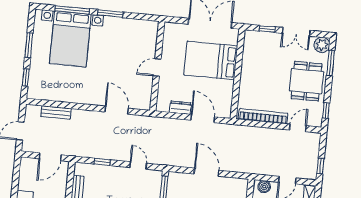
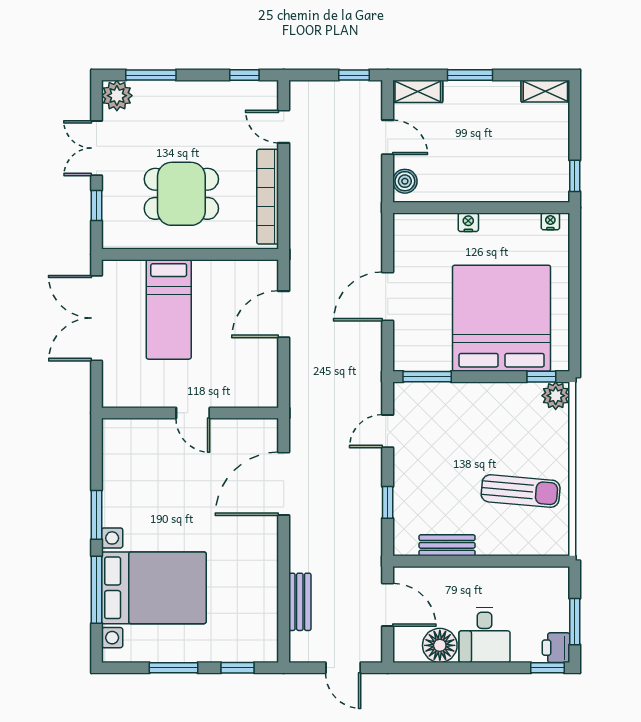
double door: (296, 32) -> (96, 148), swing flipped
bed: (211, 60) -> (169, 309), width x0.67
dining table: (307, 81) -> (181, 194), moved
dresser: (180, 108) -> (267, 360), removed
door: (117, 110) -> (284, 484), width x1.36
floor lamp: (27, 181) -> (440, 645), added

